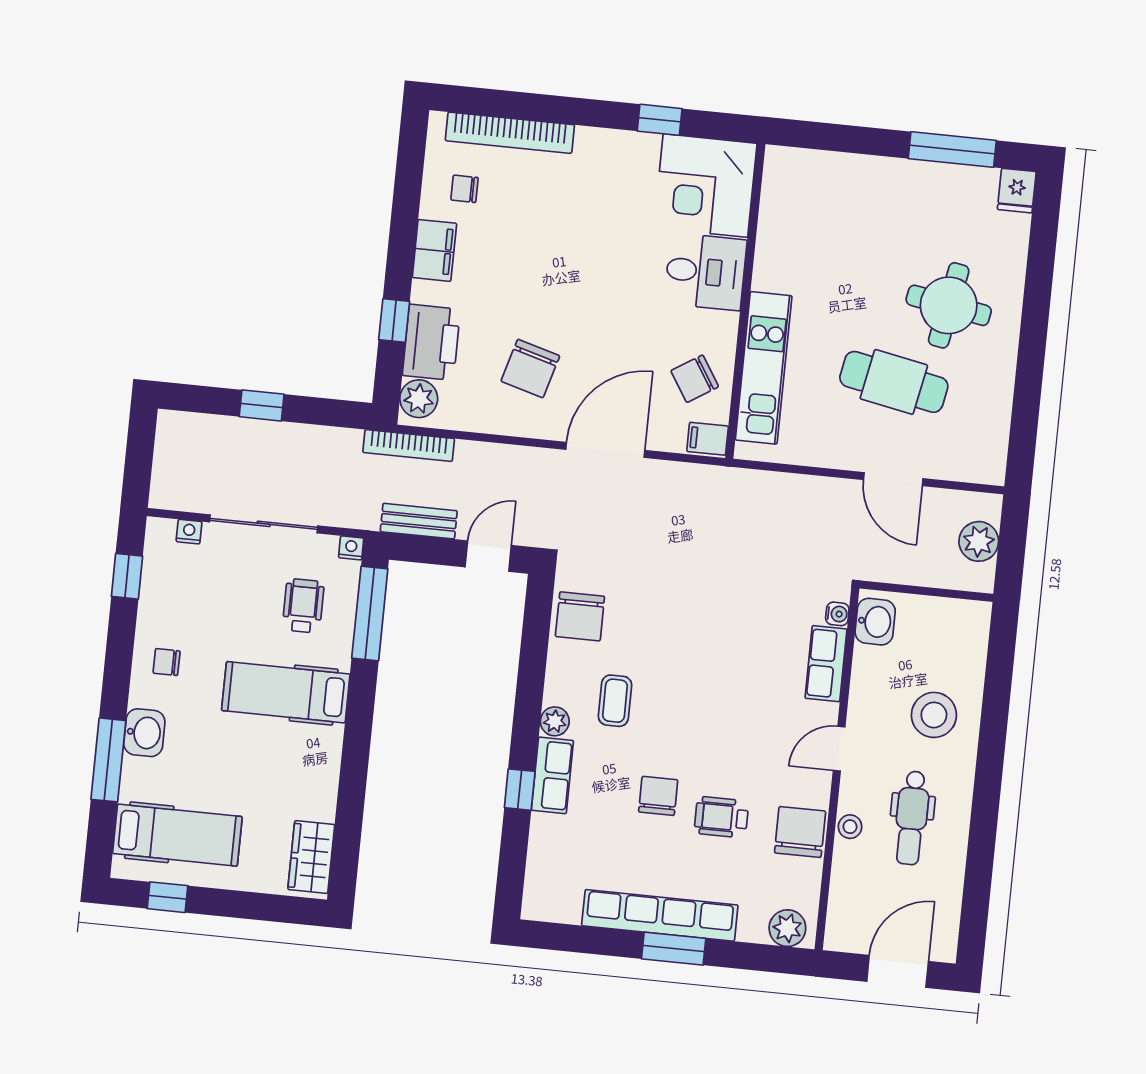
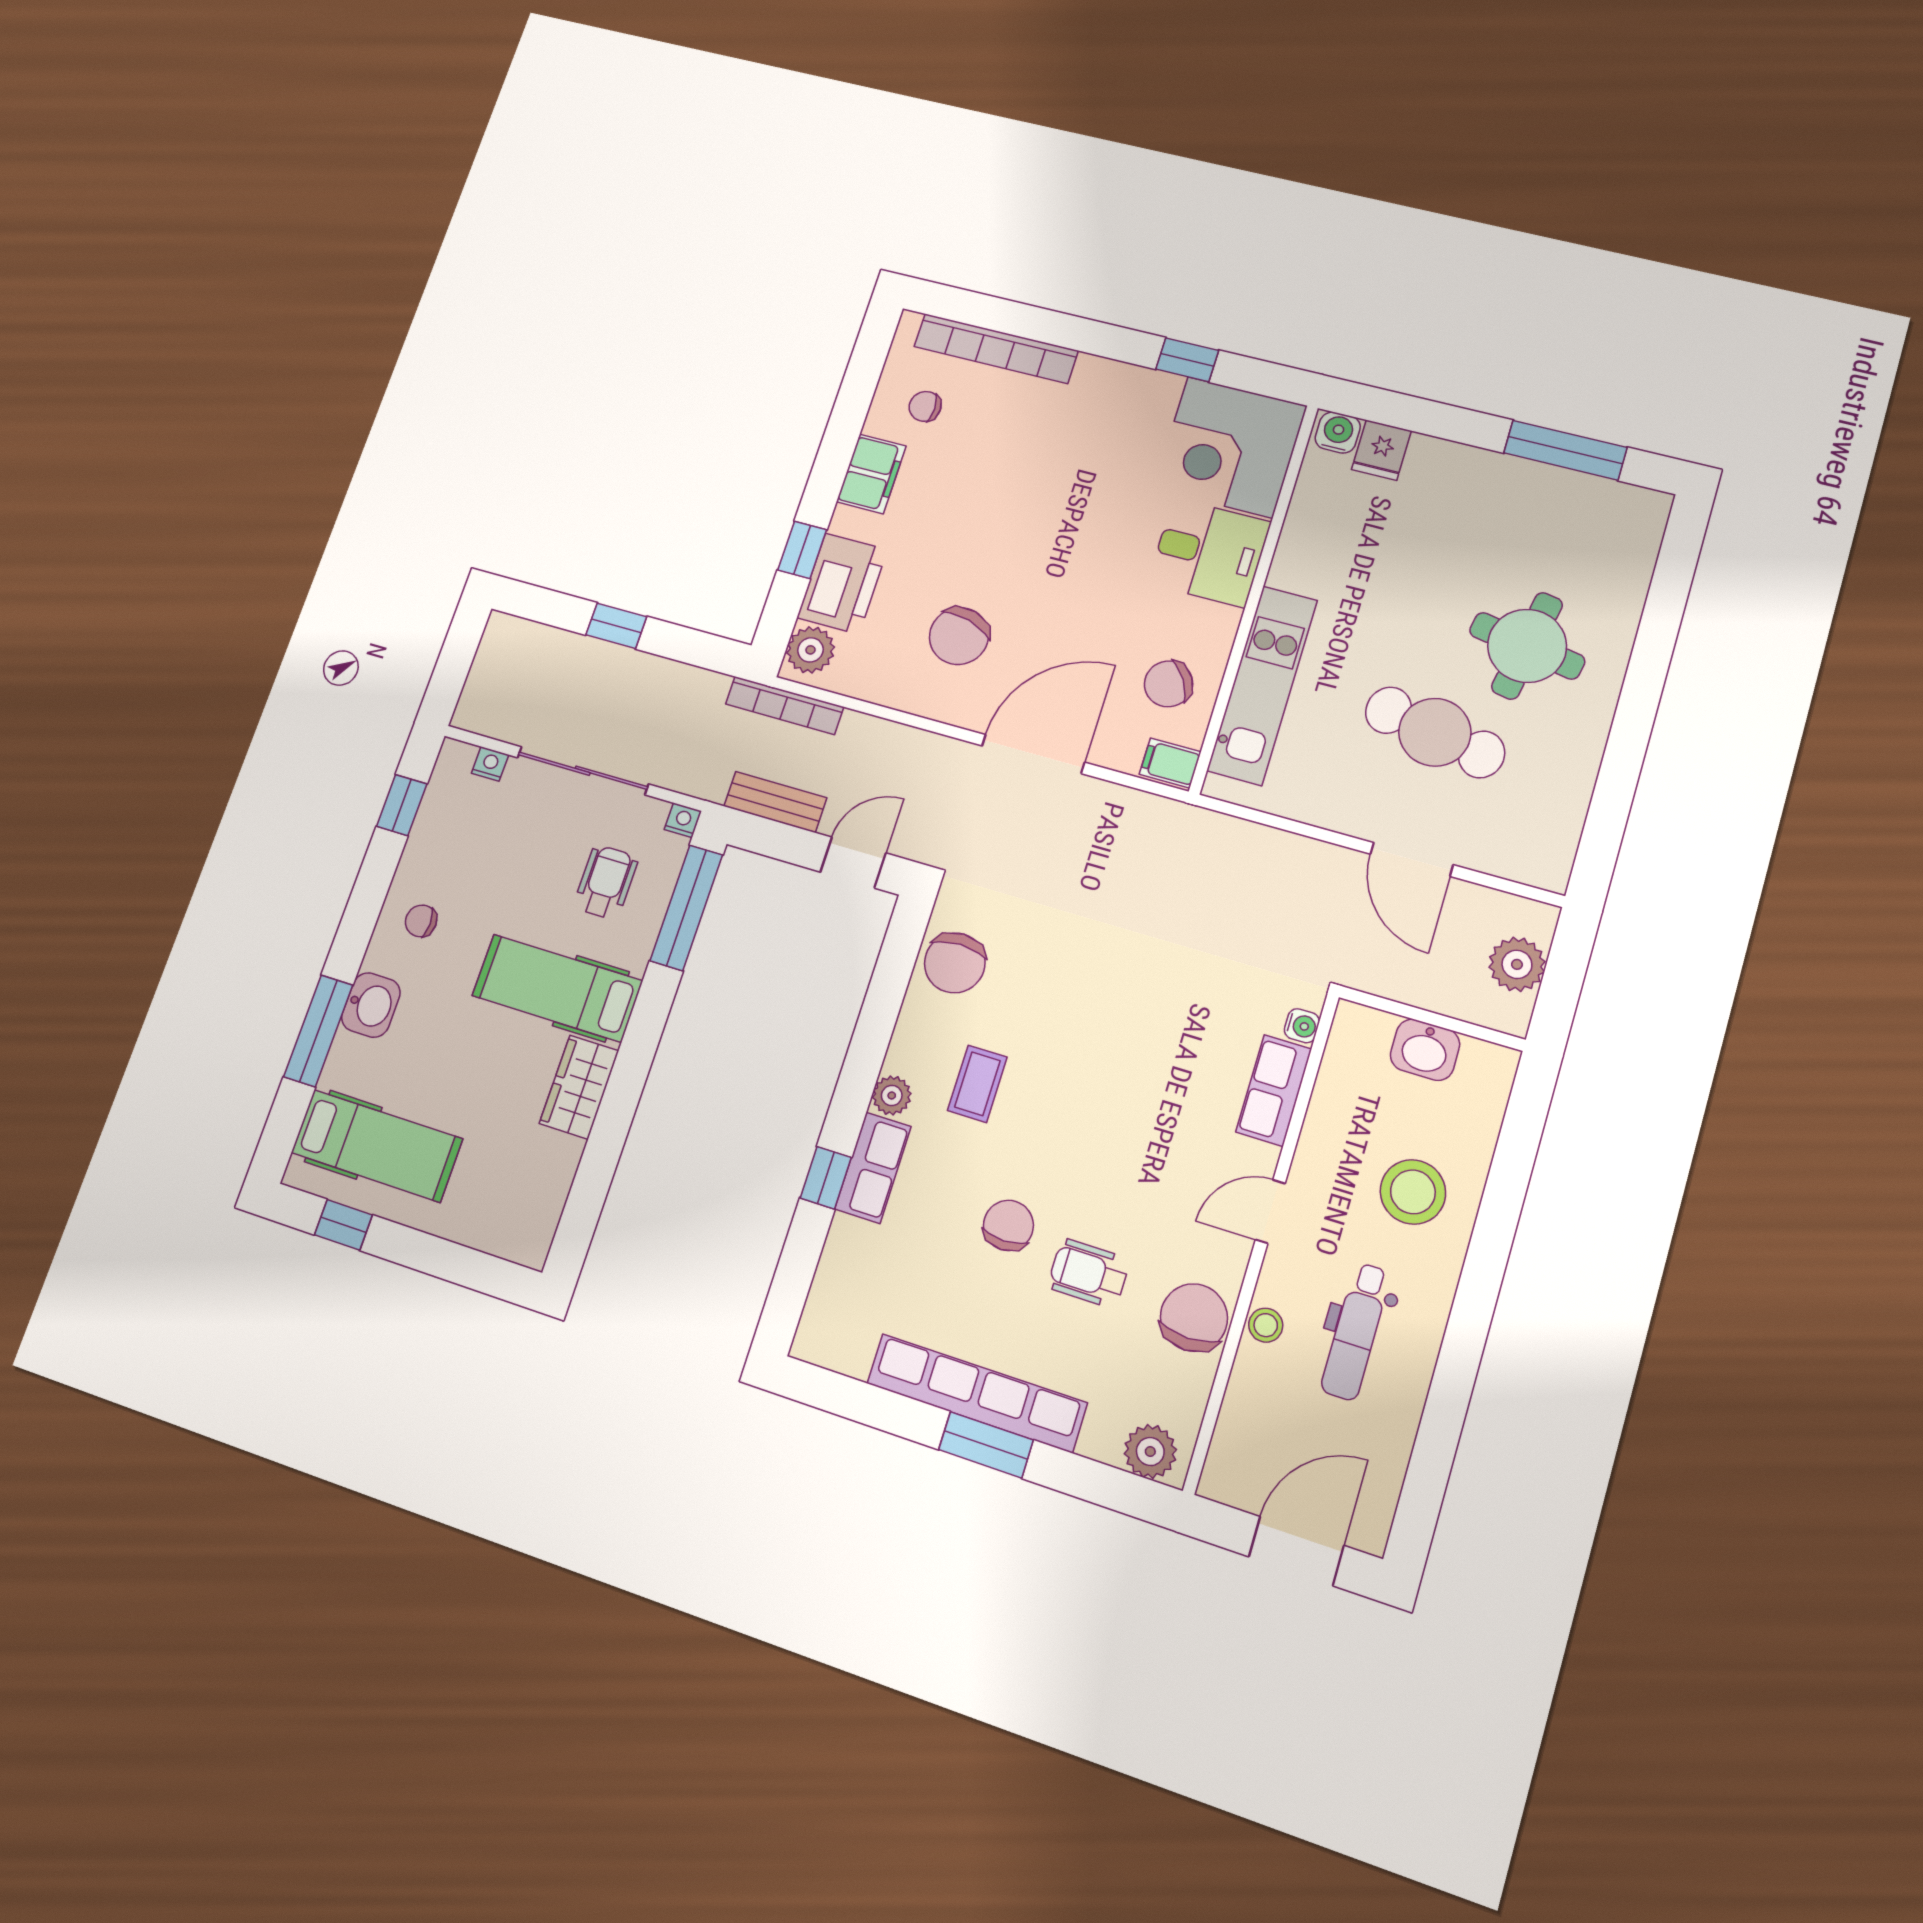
water cooler: (784, 161) -> (1338, 433), added
fridge: (1017, 191) -> (1381, 450), moved
washbasin: (875, 622) -> (1425, 1050), moved, turned 90
wardrobe: (311, 857) -> (579, 1087), moved

